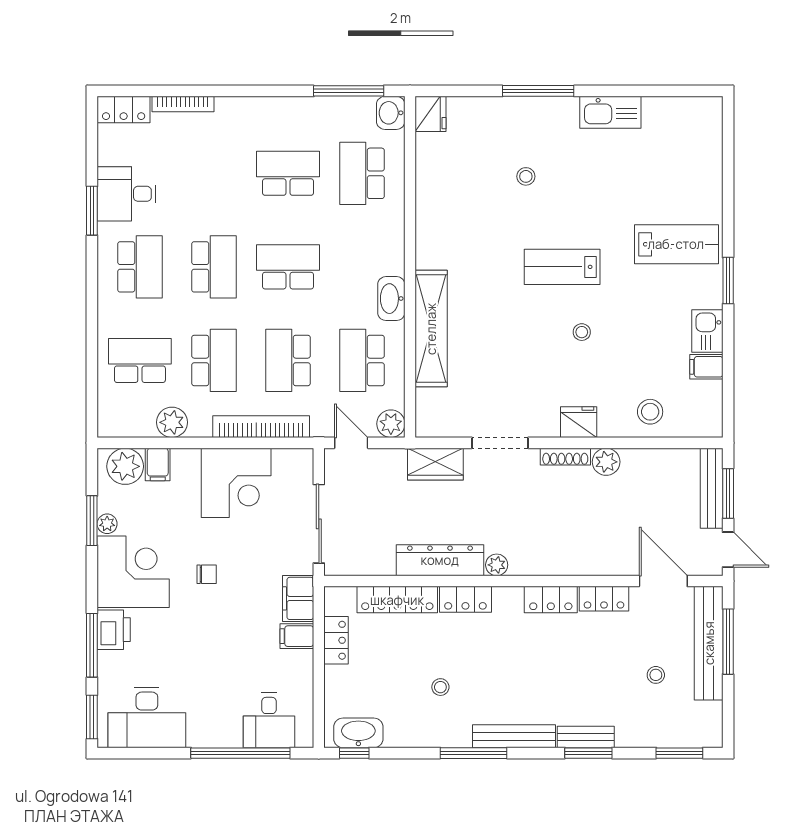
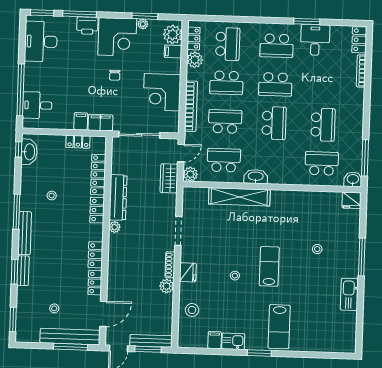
locker: (132, 426) -> (194, 38), added
wardrobe: (435, 464) -> (169, 178), moved

